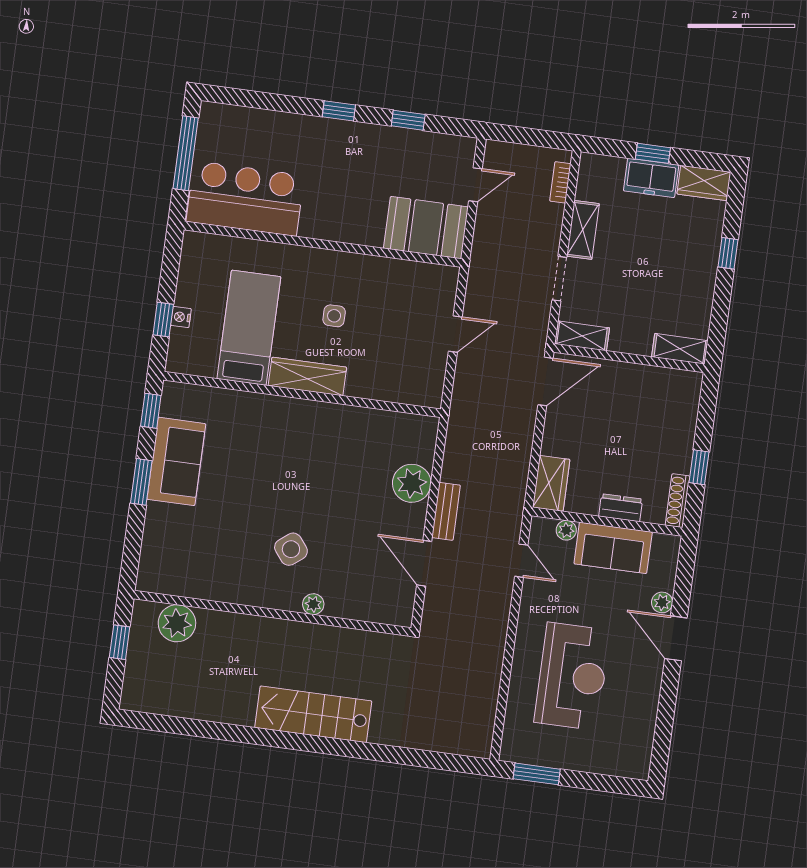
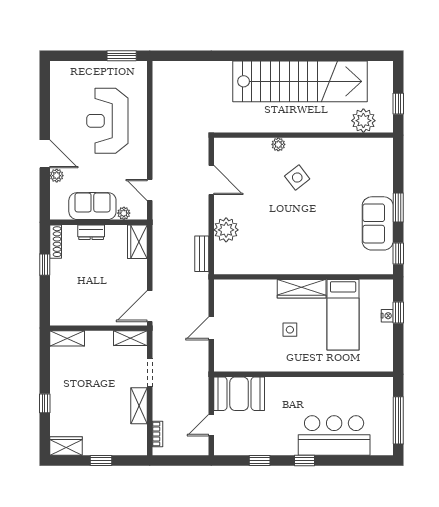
freezer: (651, 178) -> (100, 445), removed
bar counter: (245, 199) -> (334, 435), moved, turned 180
bench: (446, 511) -> (202, 254), moved
stairs: (313, 714) -> (300, 81), width x1.86, depth x1.51

